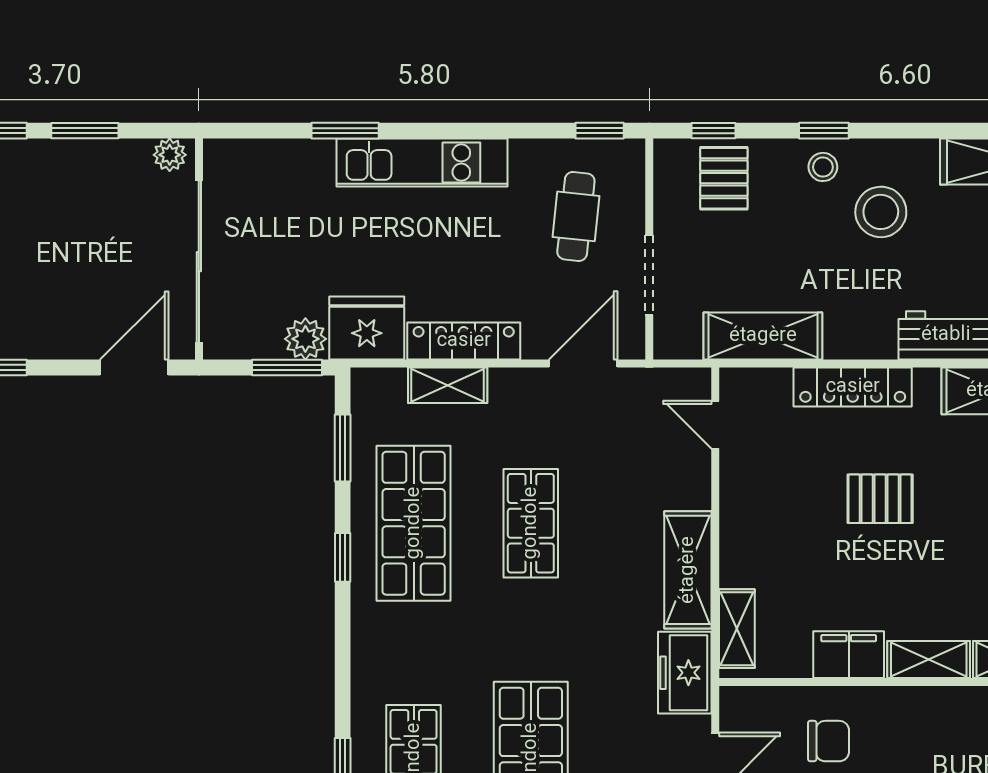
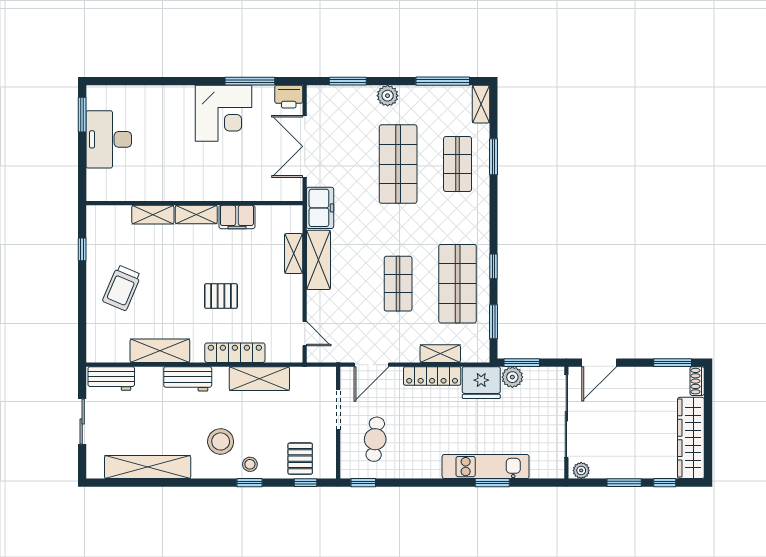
kitchen unit: (422, 163) -> (486, 467), moved
shelving: (763, 336) -> (259, 379), moved
shelving: (737, 629) -> (294, 253), moved
chair: (829, 741) -> (247, 173), removed

